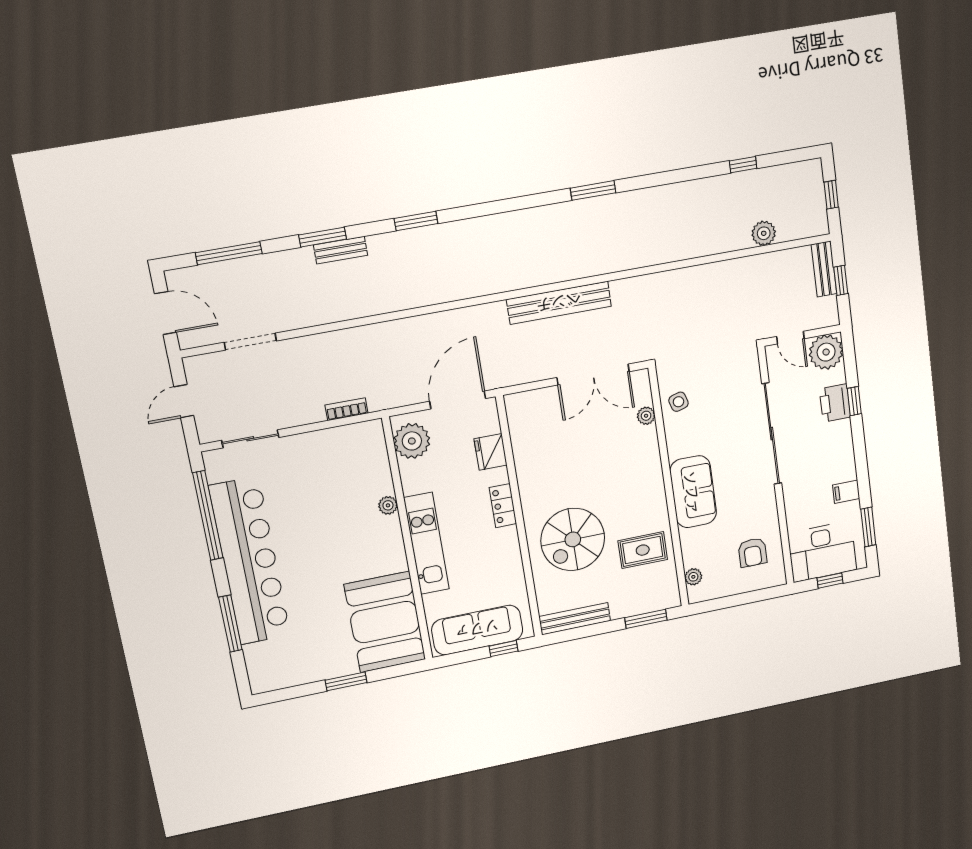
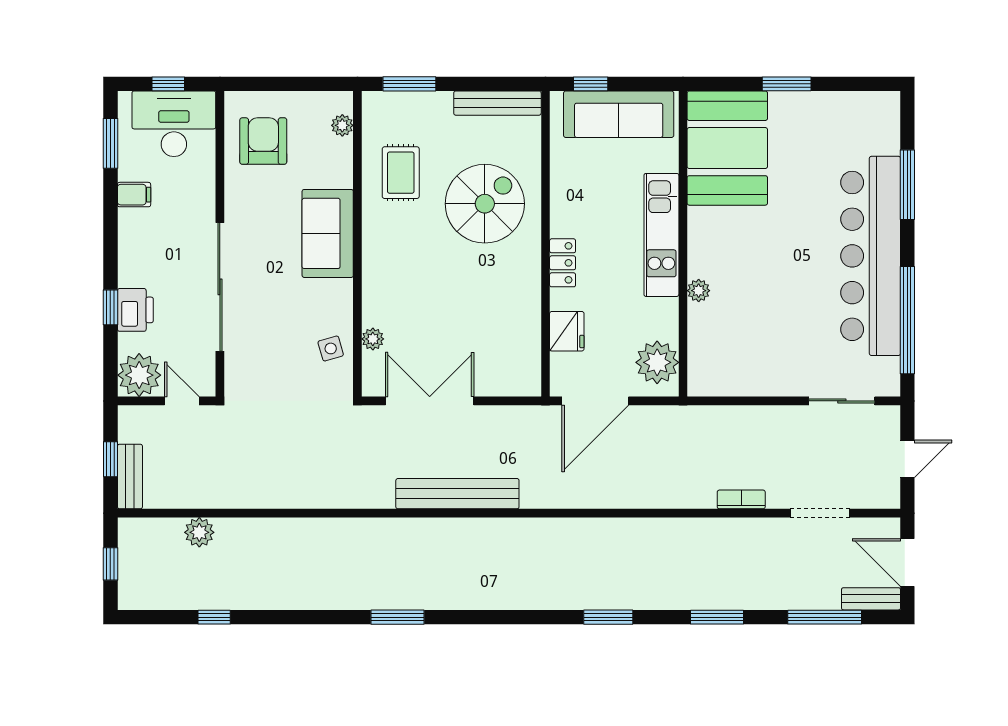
bench: (341, 250) -> (871, 599), moved
bookcase: (346, 409) -> (741, 499), moved, turned 180
rug: (643, 550) -> (401, 173), turned 90
armchair: (752, 553) -> (263, 141), width x1.38, depth x1.38

